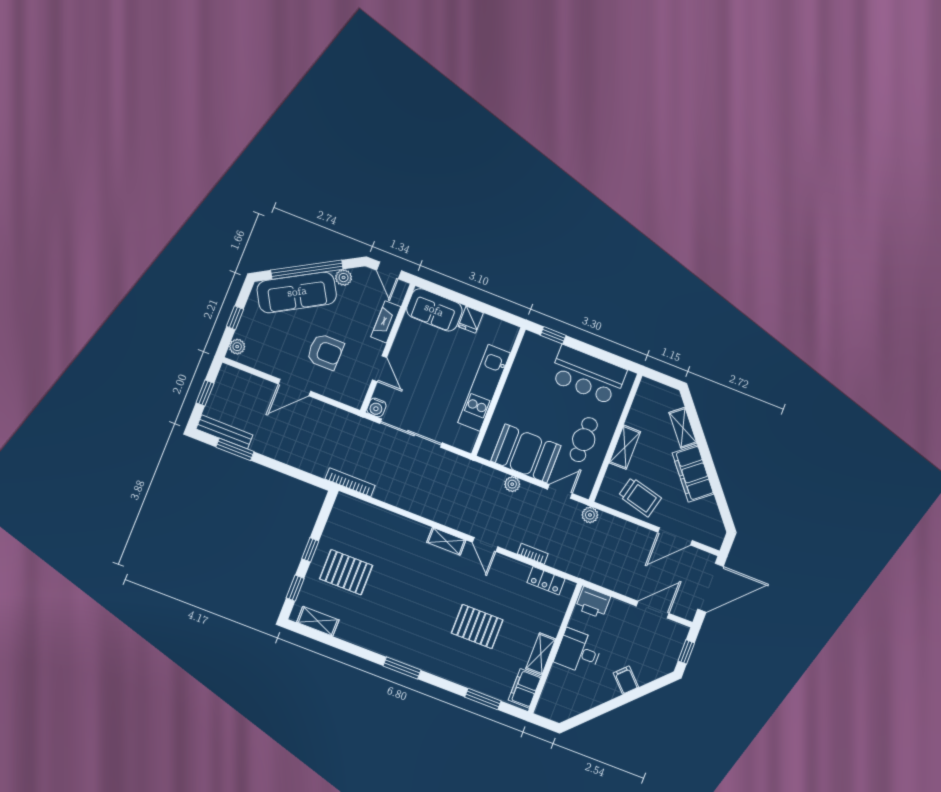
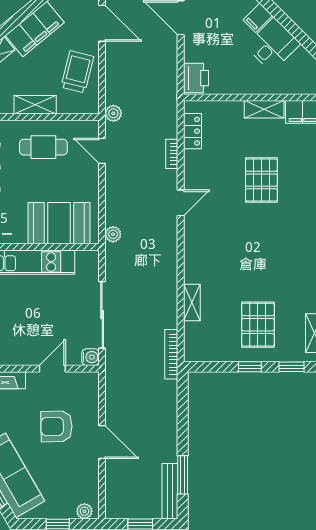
armchair: (325, 352) -> (56, 426), turned -91
booth: (526, 453) -> (59, 223), moved, turned 90
plant: (512, 484) -> (113, 234), moved
shelving: (446, 541) -> (192, 303), moved
desk: (578, 652) -> (273, 45), moved, turned -135

